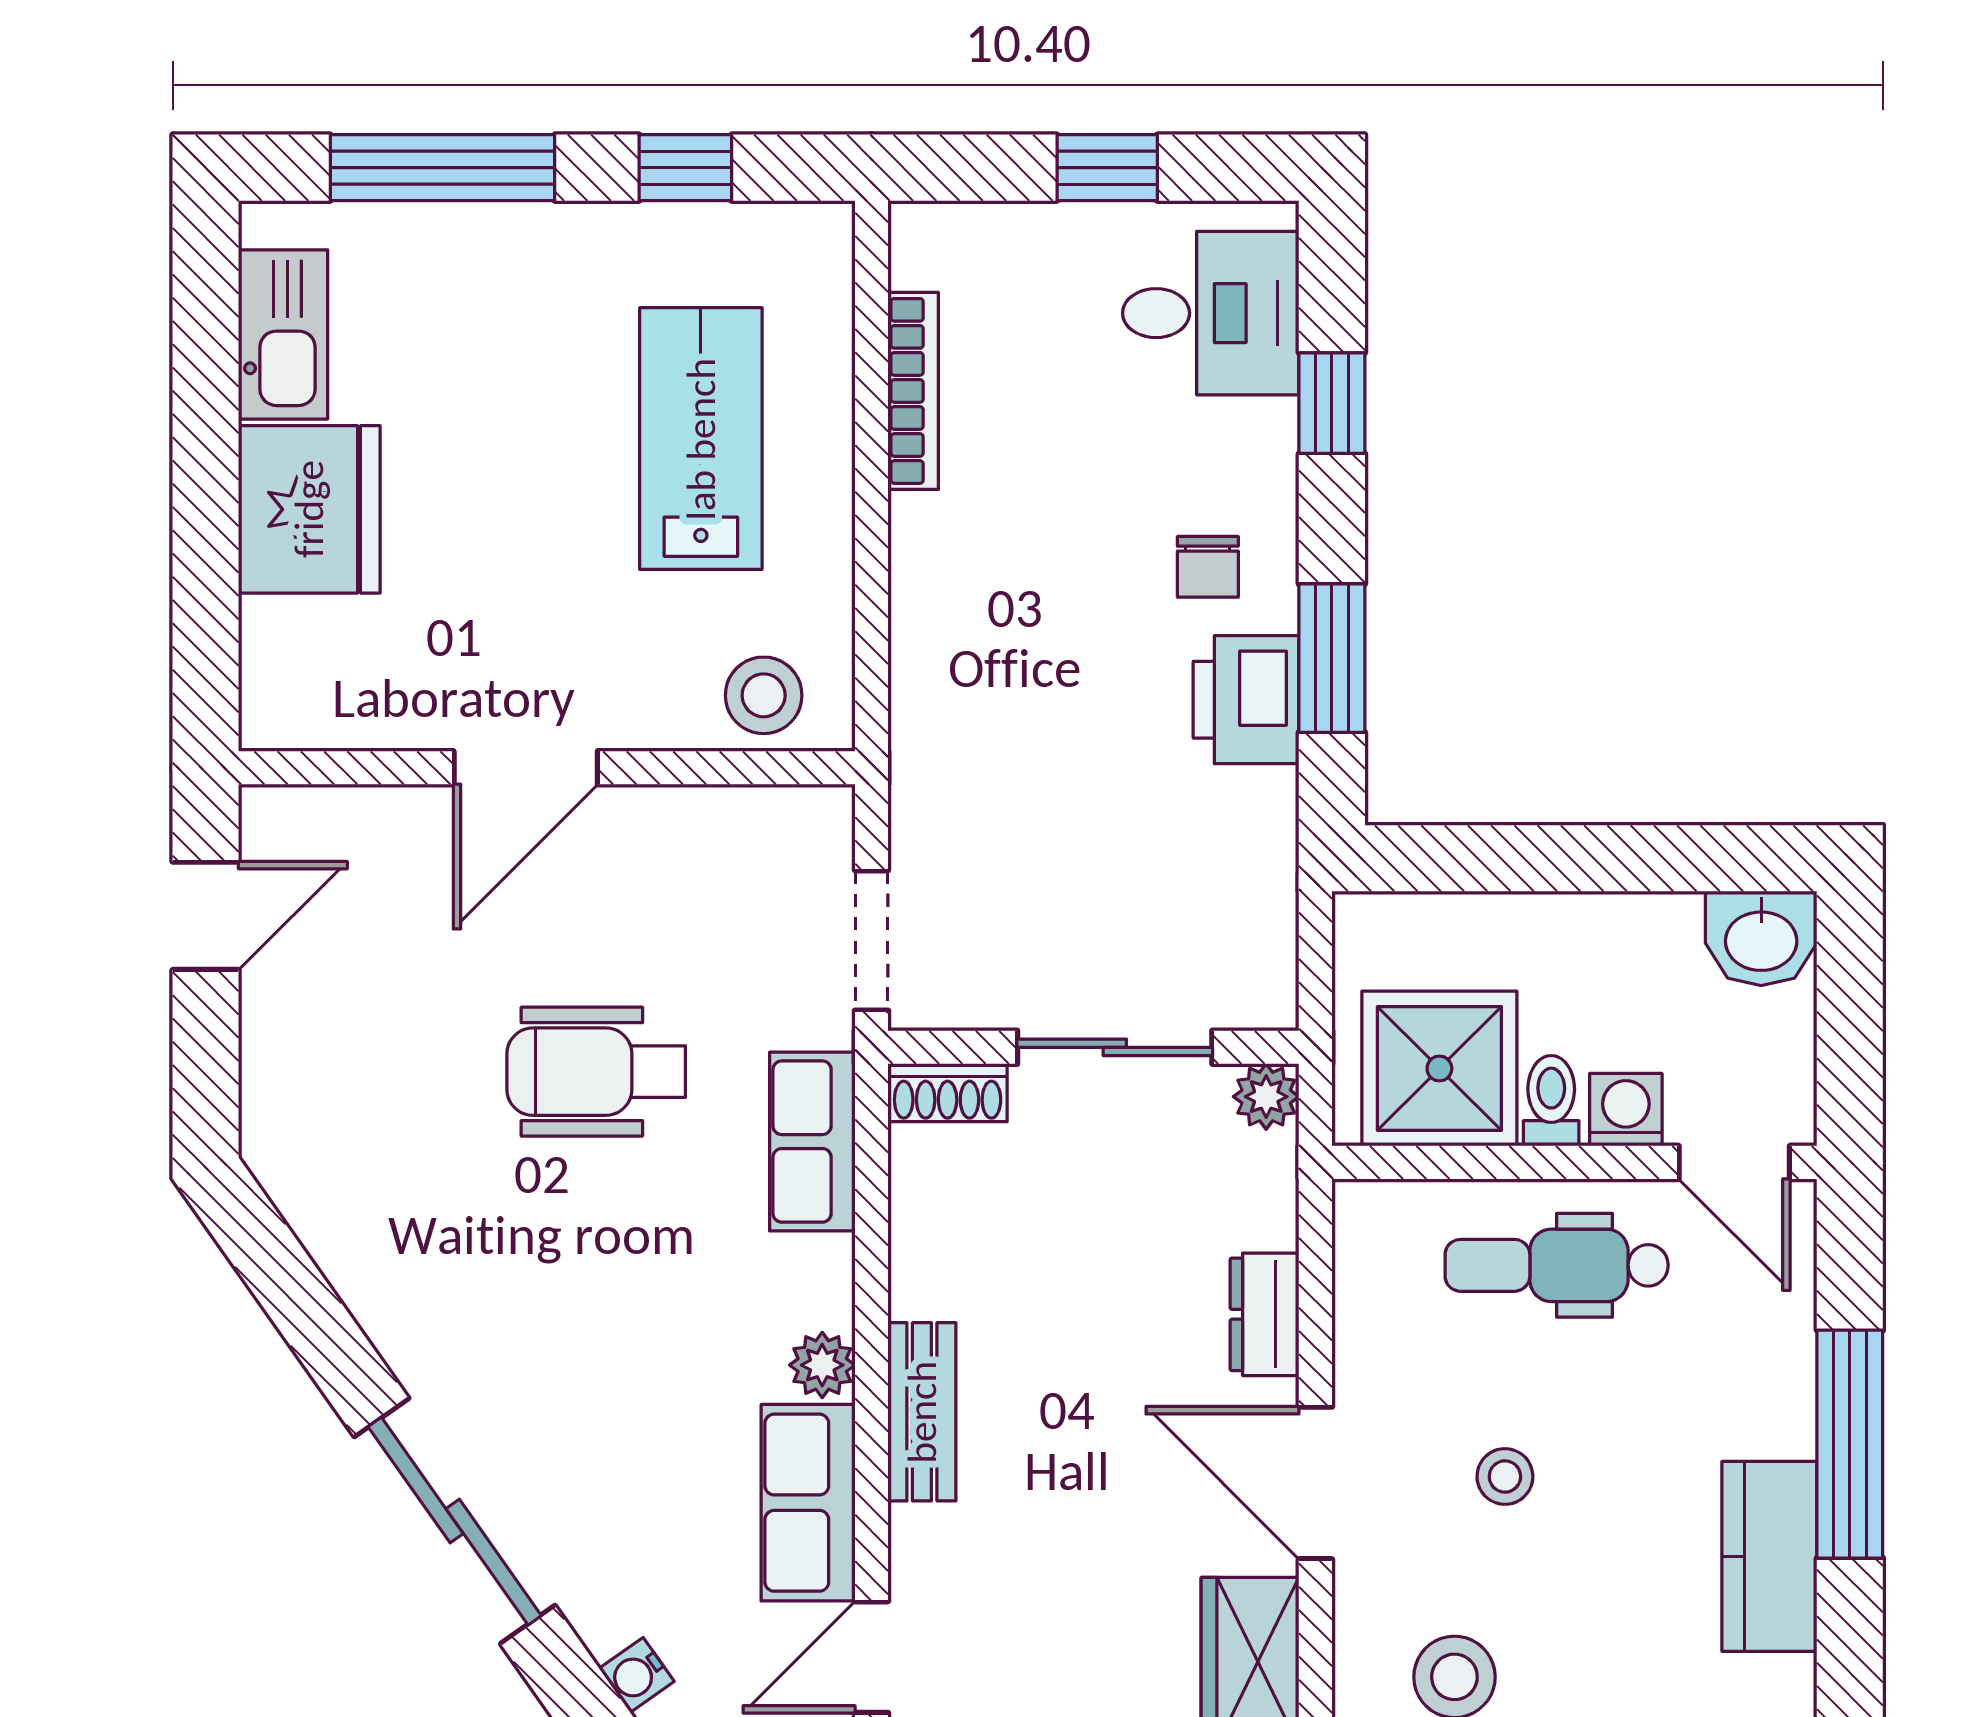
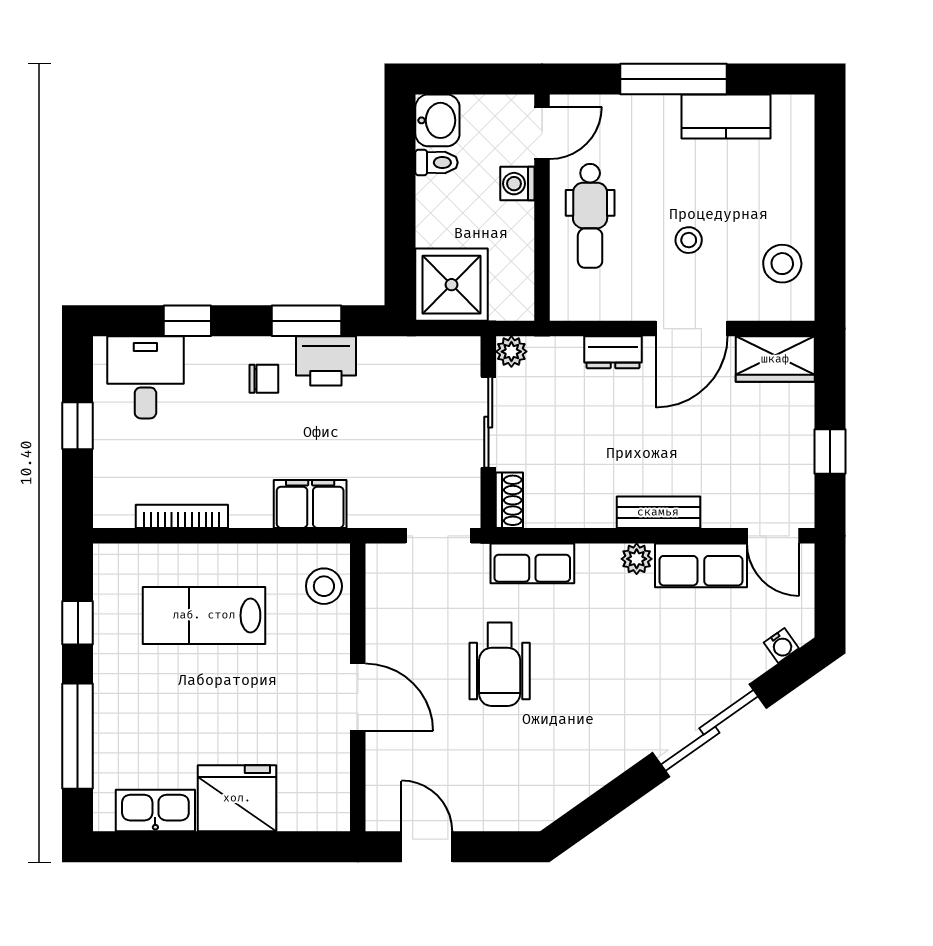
filing cabinet: (940, 666) -> (310, 504), added
shower: (1439, 1069) -> (452, 285), moved
toilet: (1551, 1101) -> (436, 163), moved, turned 180

